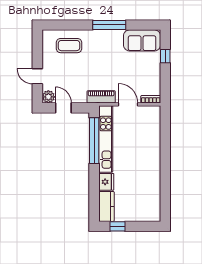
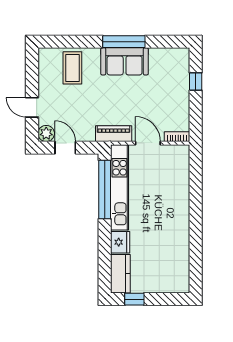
sofa: (142, 40) -> (125, 61), moved
coffee table: (69, 46) -> (72, 68), turned 90

